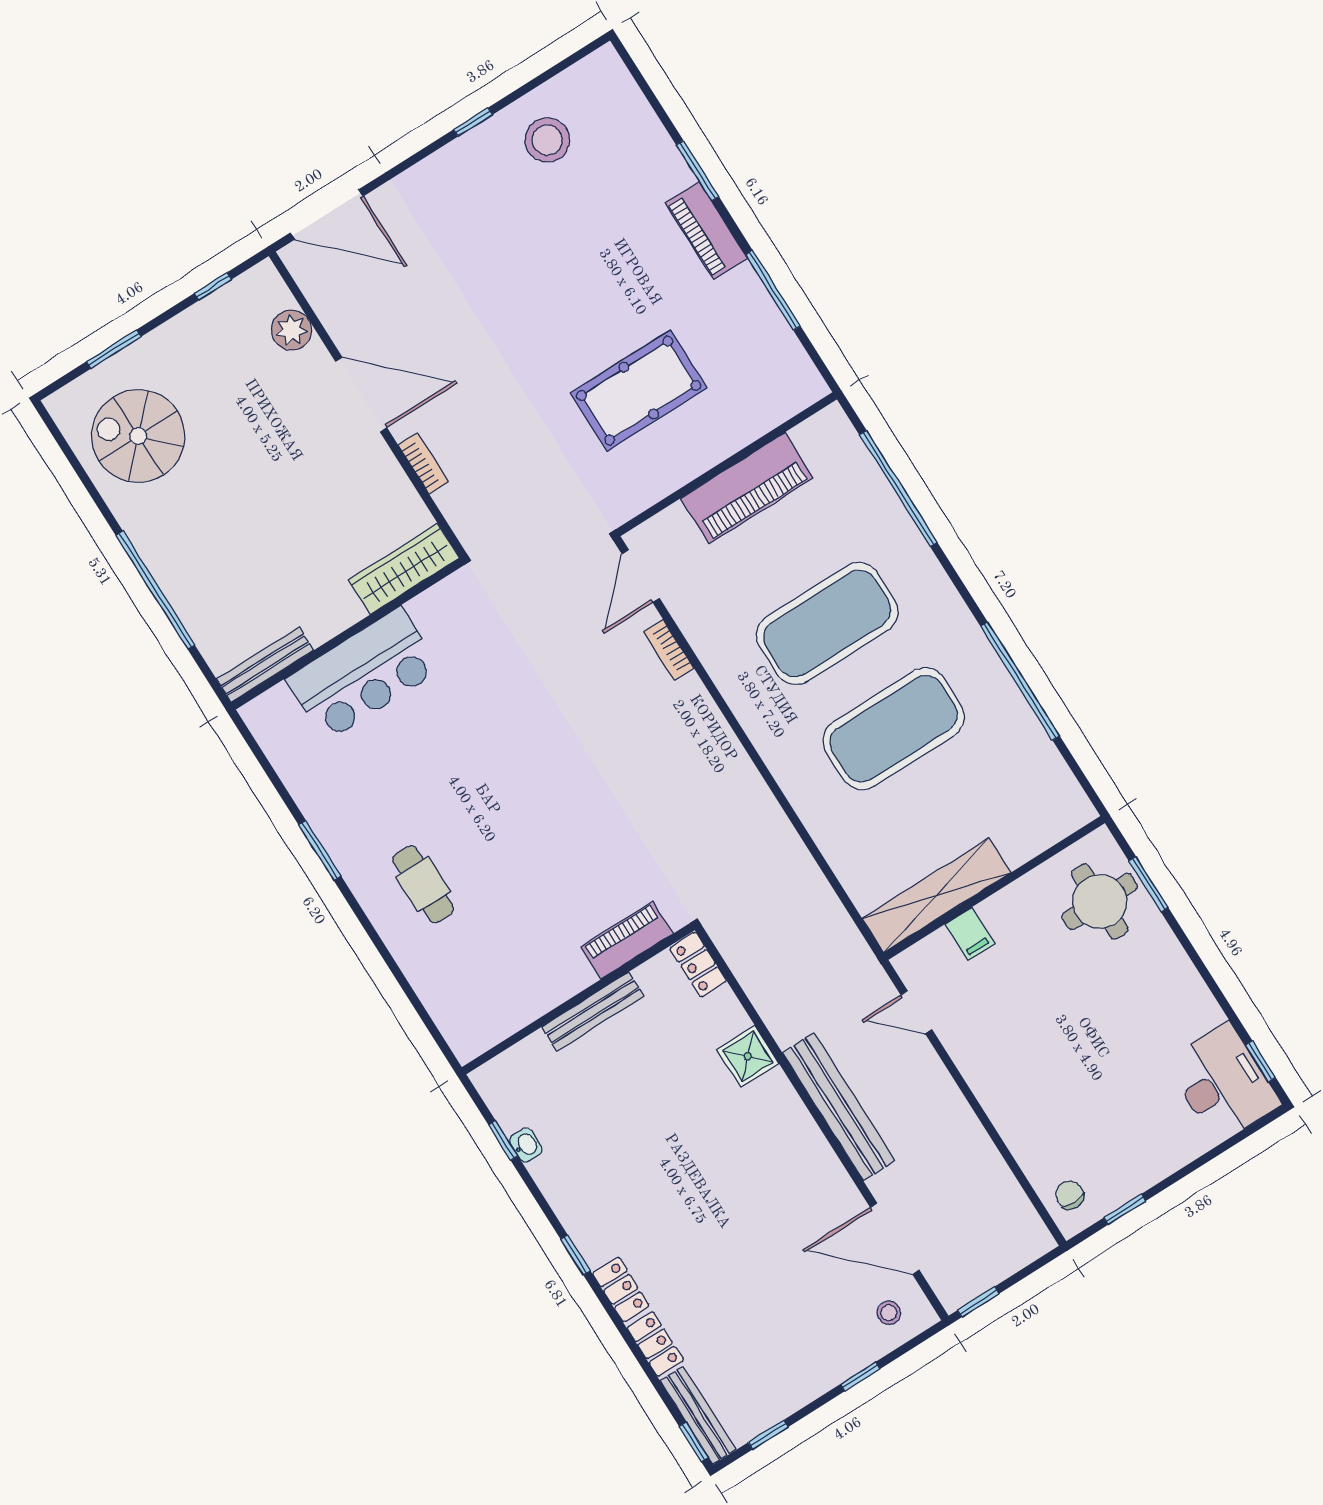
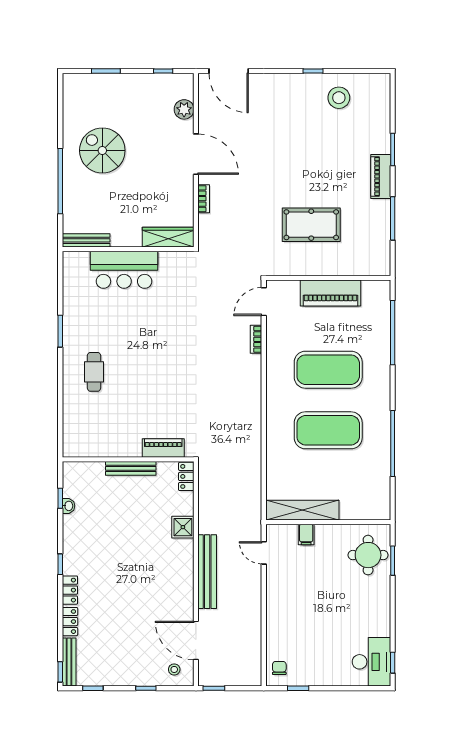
spiral stairs: (138, 436) -> (102, 150), moved

